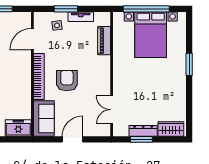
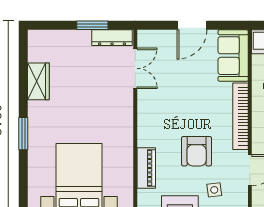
armchair: (67, 81) -> (197, 151), moved
wardrobe: (171, 129) -> (38, 81), moved, turned -90
dresser: (143, 131) -> (112, 38), moved

